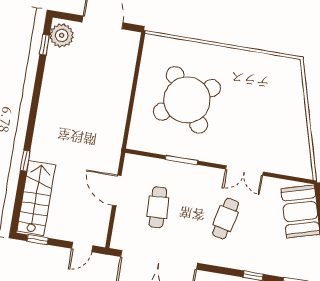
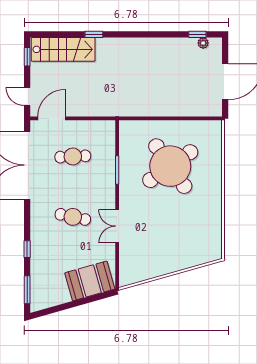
plant: (62, 35) -> (203, 43), width x0.53, depth x0.53
door: (117, 190) -> (51, 118), moved

